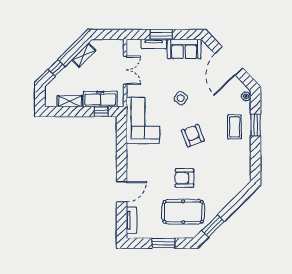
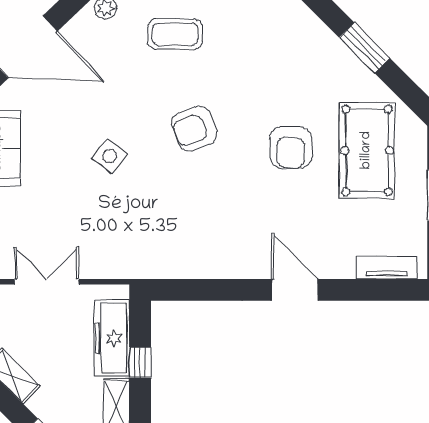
window: (101, 112) -> (140, 362), moved
corner sofa: (143, 120) -> (160, 242), removed
door: (122, 192) -> (295, 290), moved
window: (213, 226) -> (364, 48), moved

